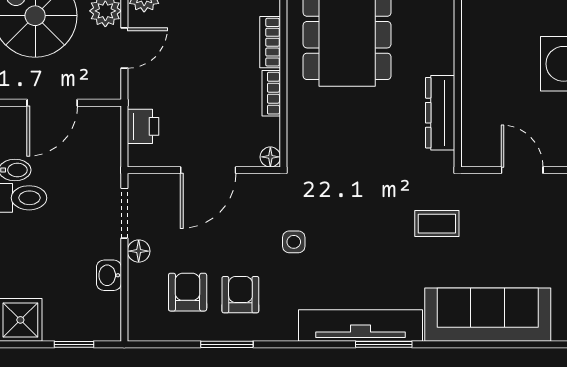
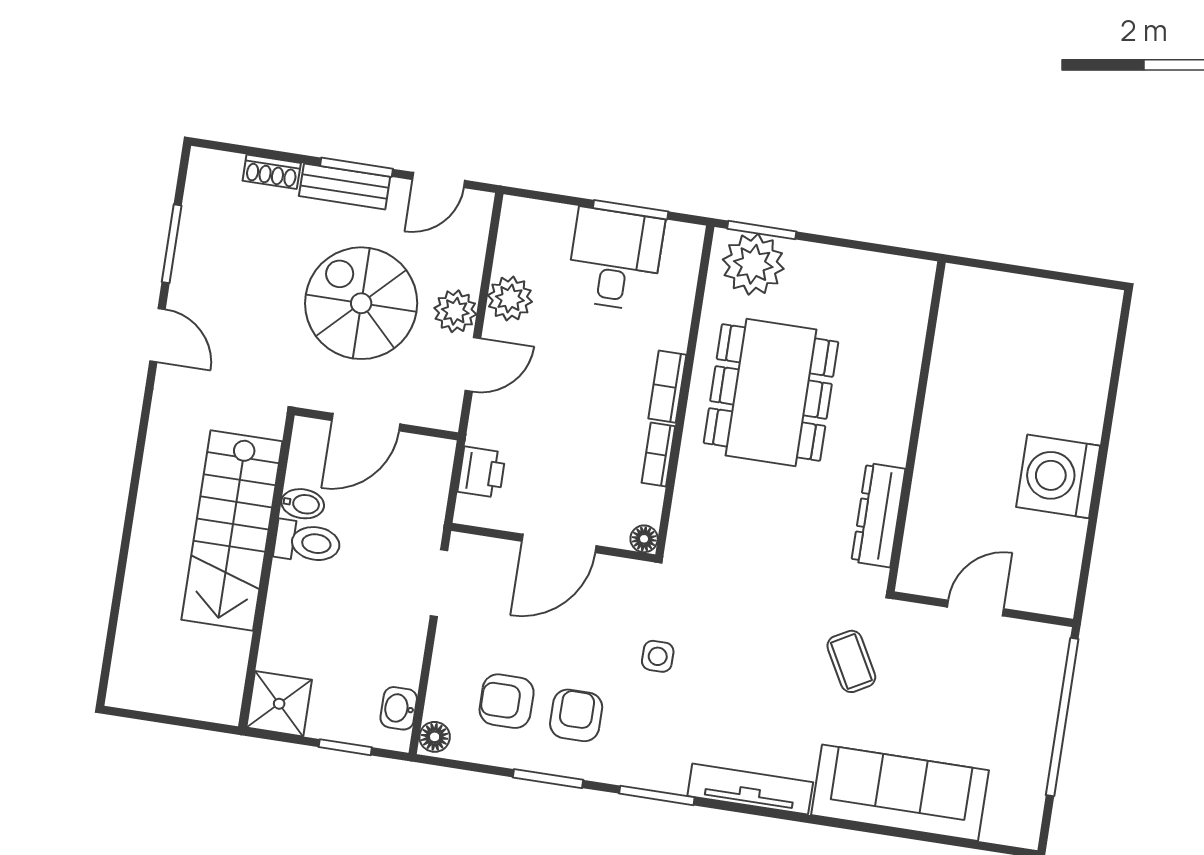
door: (522, 170) -> (975, 608), hinge flipped
coffee table: (437, 224) -> (851, 661), turned 61
floor lamp: (139, 251) -> (435, 737), moved
washbasin: (109, 275) -> (399, 708), moved
armchair: (188, 292) -> (507, 701), turned -90
tv unit: (361, 326) -> (750, 789), width x0.73, depth x0.78
window: (384, 344) -> (657, 795), moved

